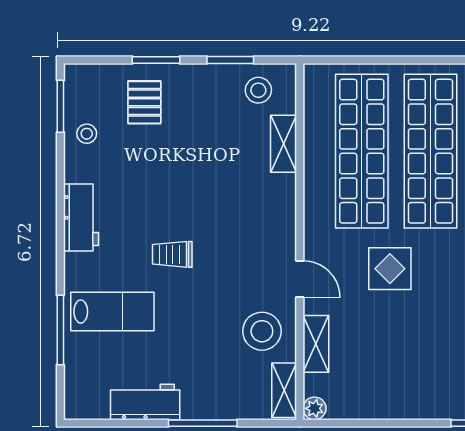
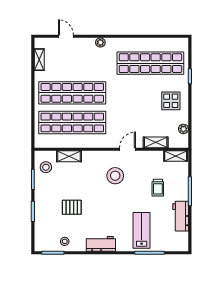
pallet: (144, 102) -> (72, 207), moved
trolley: (172, 254) -> (158, 188), moved
display table: (390, 269) -> (171, 101), moved
stool: (262, 331) -> (115, 176), moved
plant: (314, 408) -> (183, 129), moved

